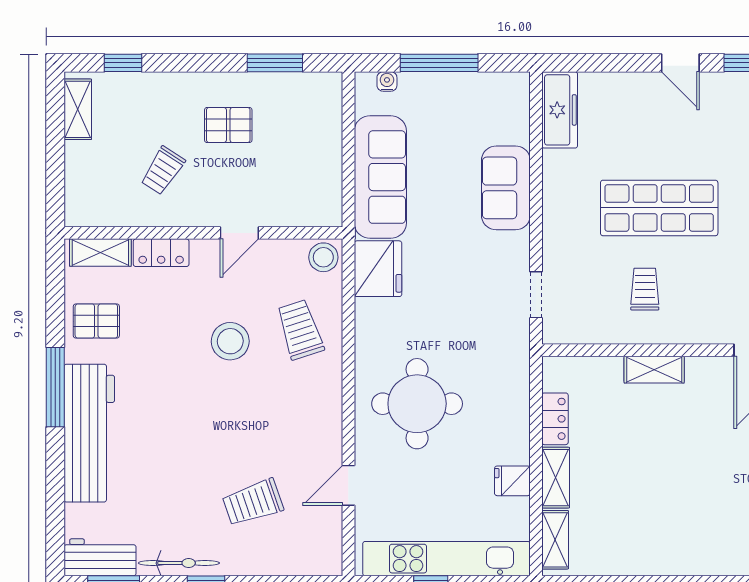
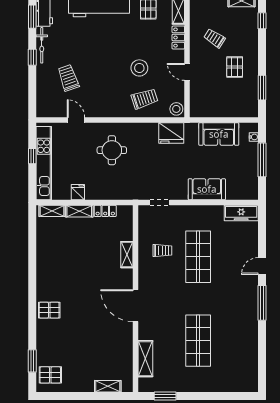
sofa: (380, 177) -> (219, 134), width x0.73
round table: (417, 404) -> (112, 150), width x0.73, depth x0.73

